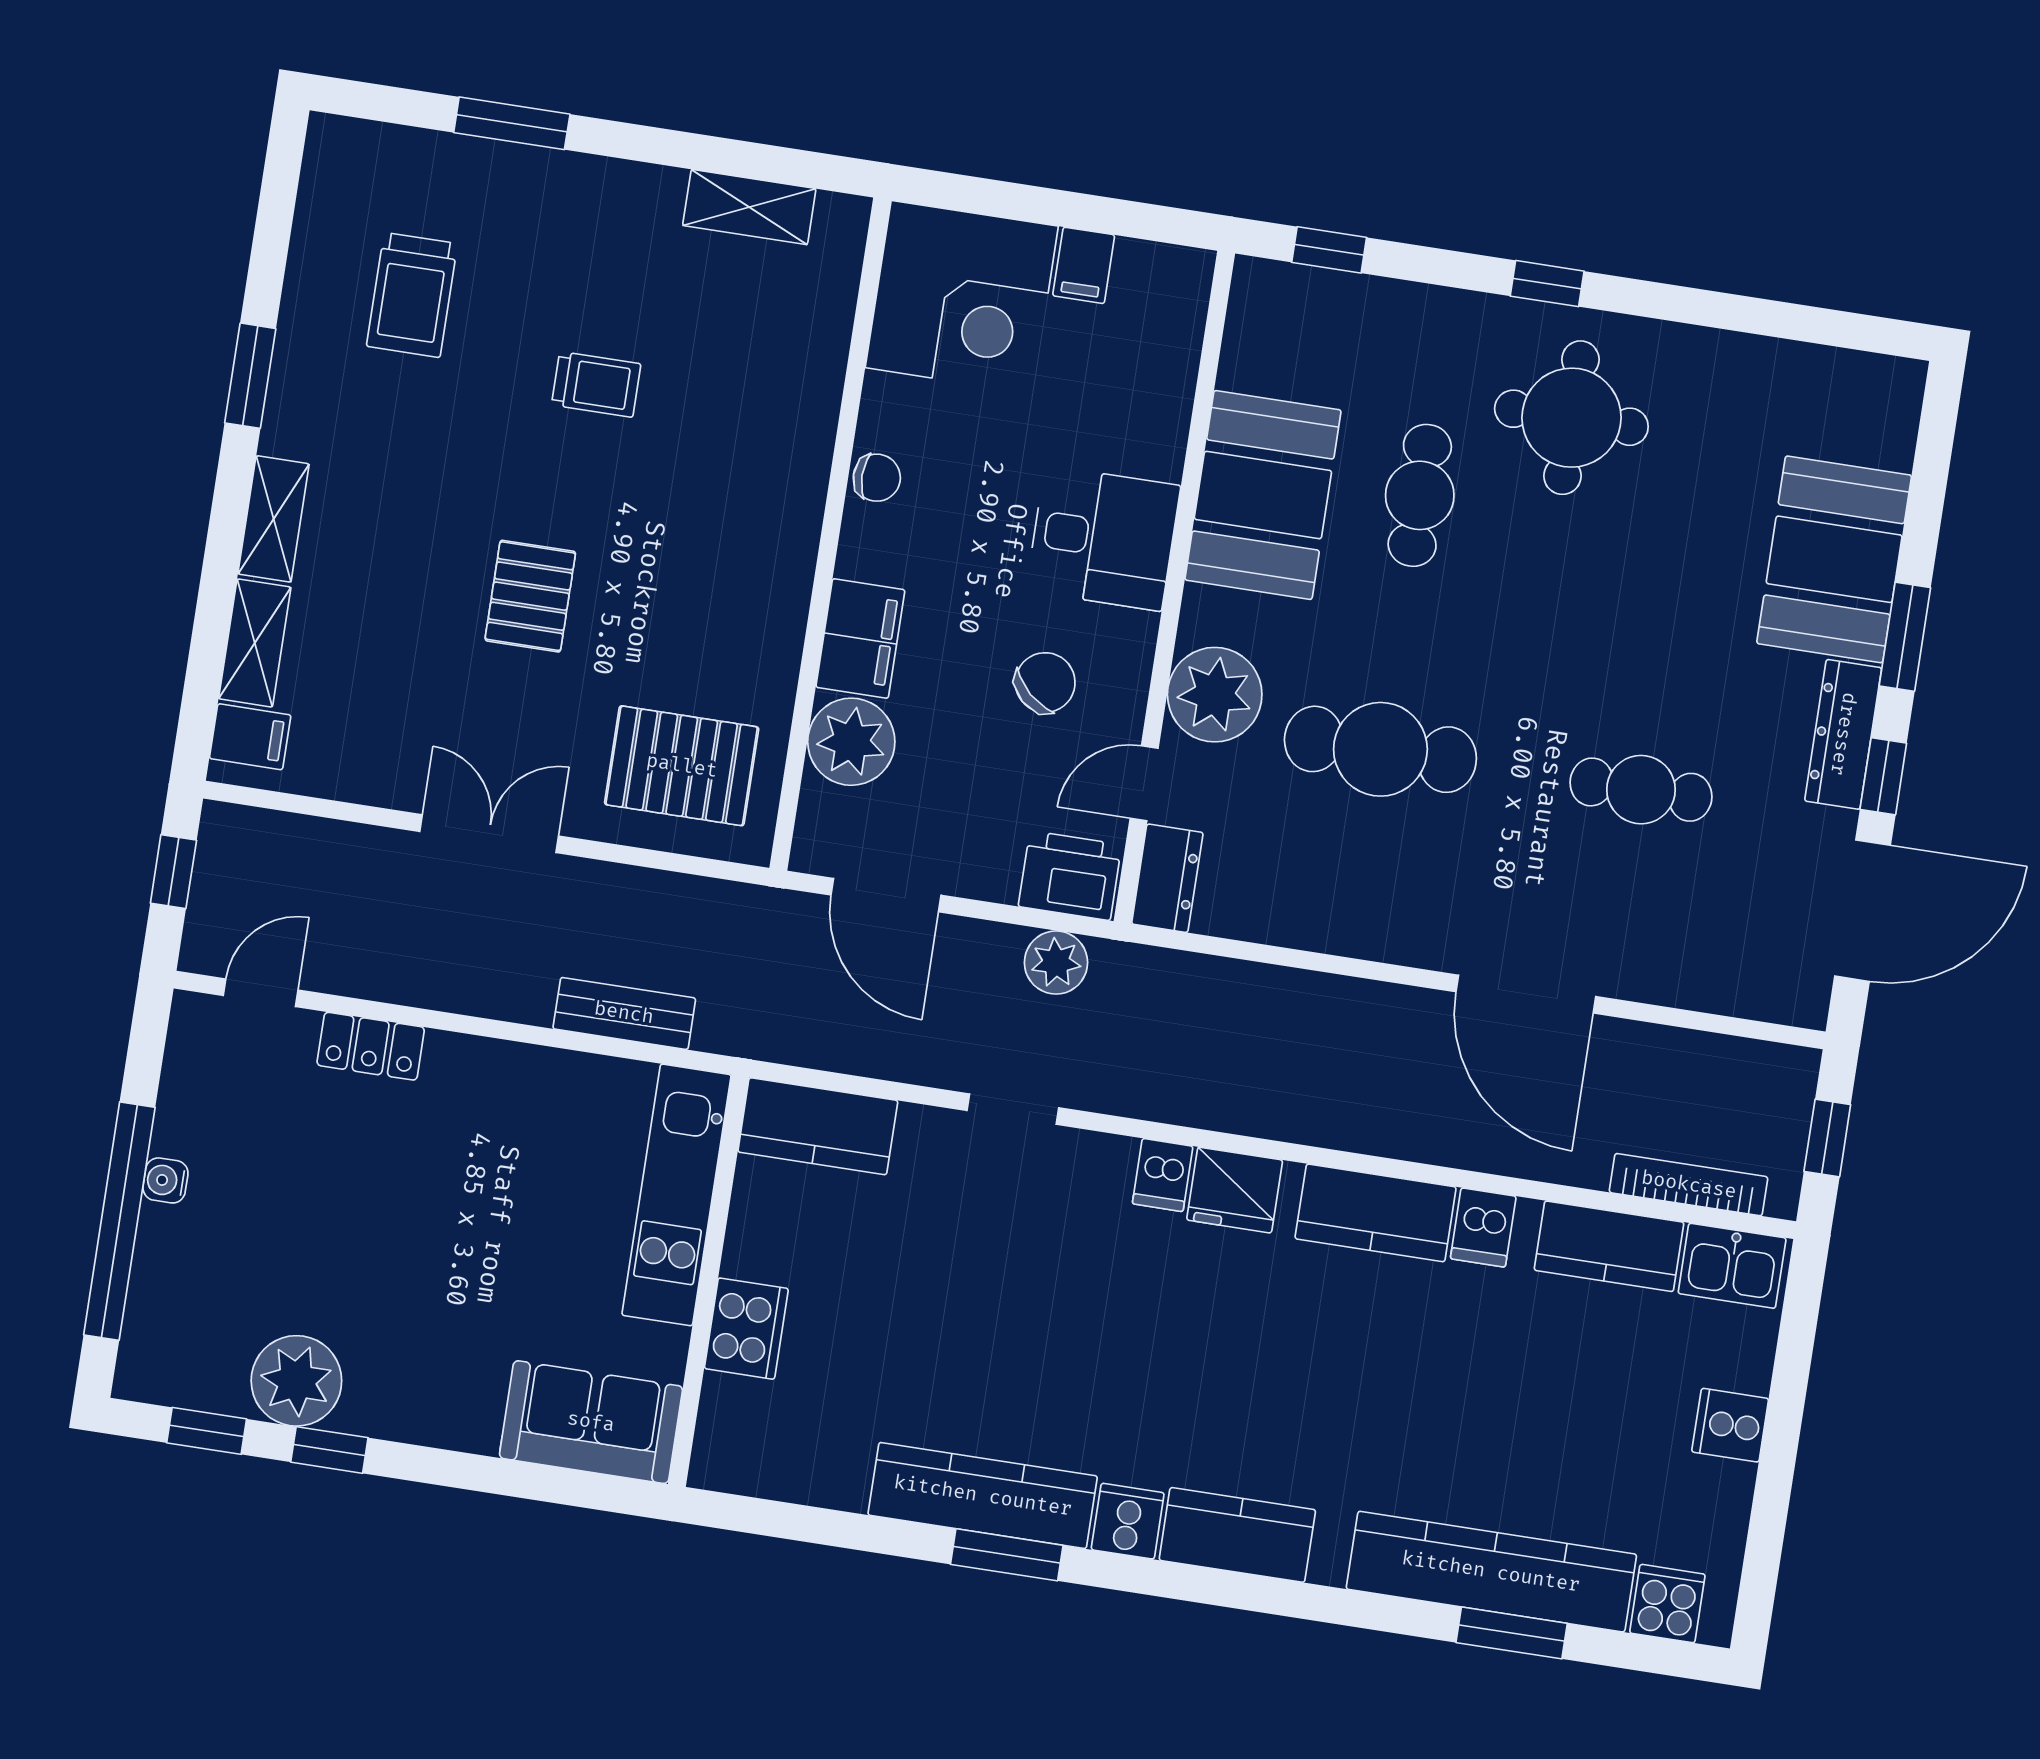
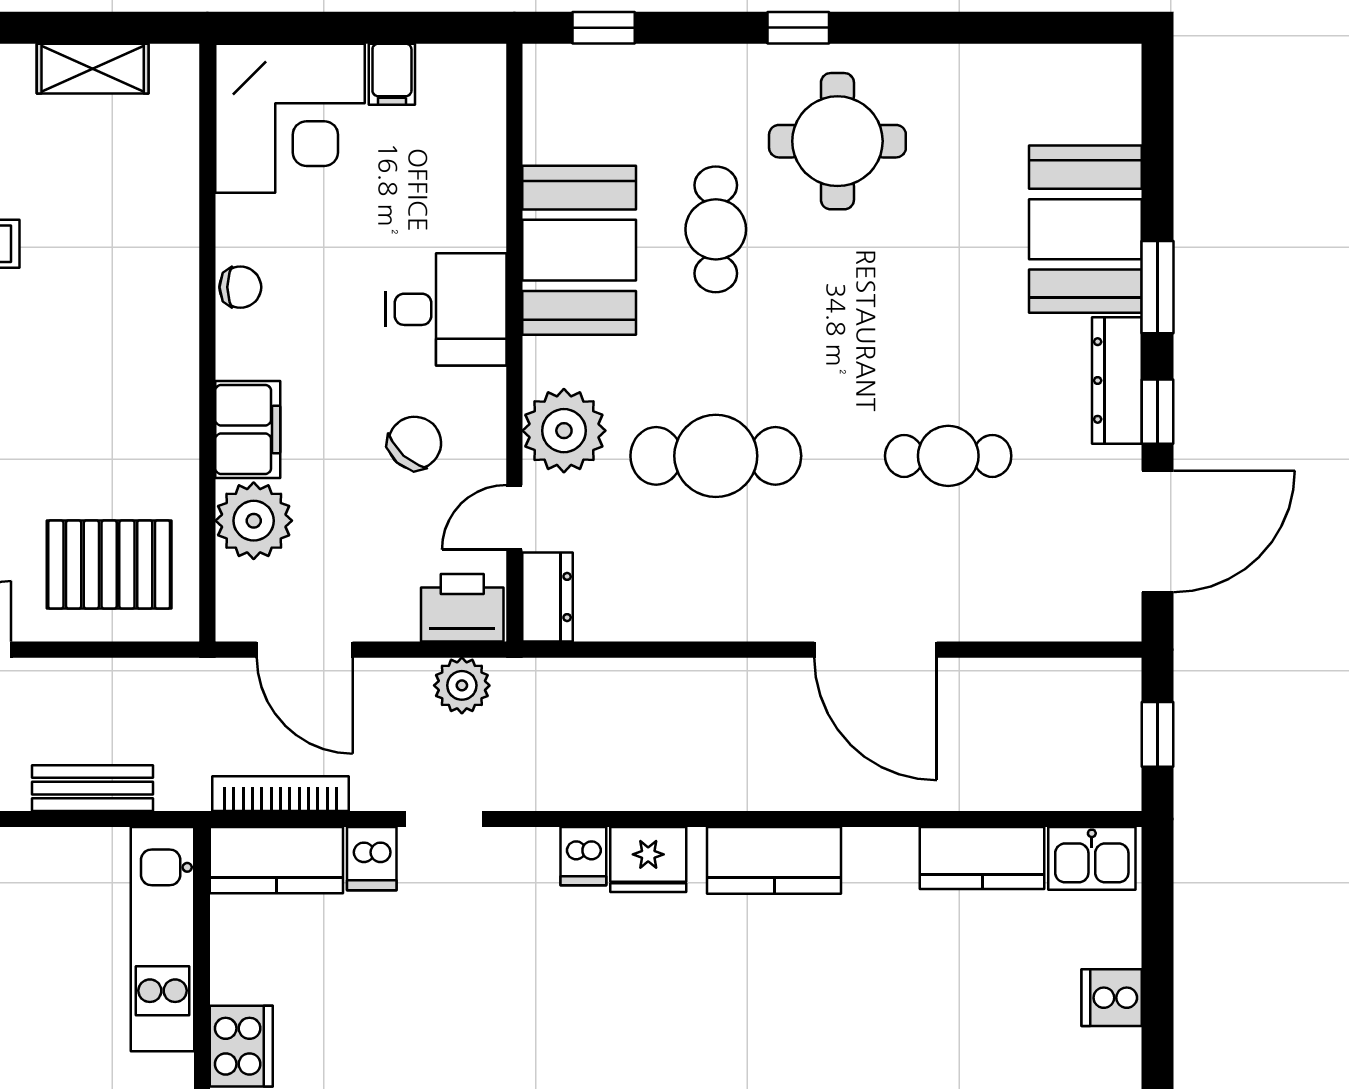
bookcase: (1689, 1185) -> (281, 794), moved
dishwasher: (1483, 1227) -> (372, 859), moved

